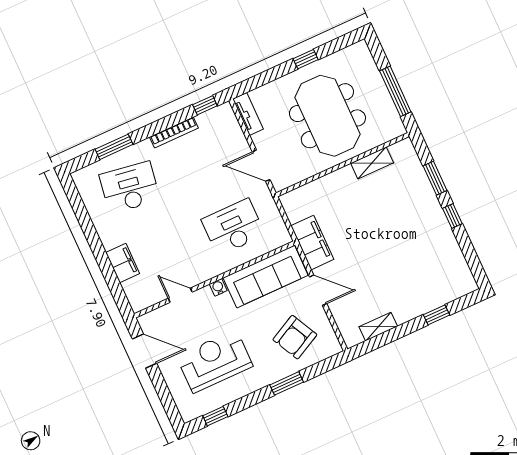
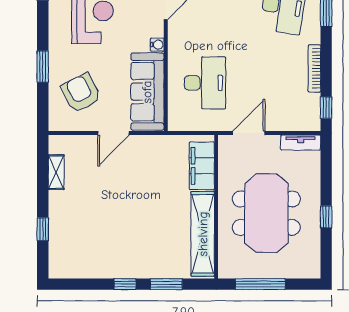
meeting table: (327, 116) -> (266, 213), turned 90
shelving: (372, 163) -> (203, 234), width x2.20, depth x1.33
filing cabinet: (312, 243) -> (202, 166), moved, turned 90

